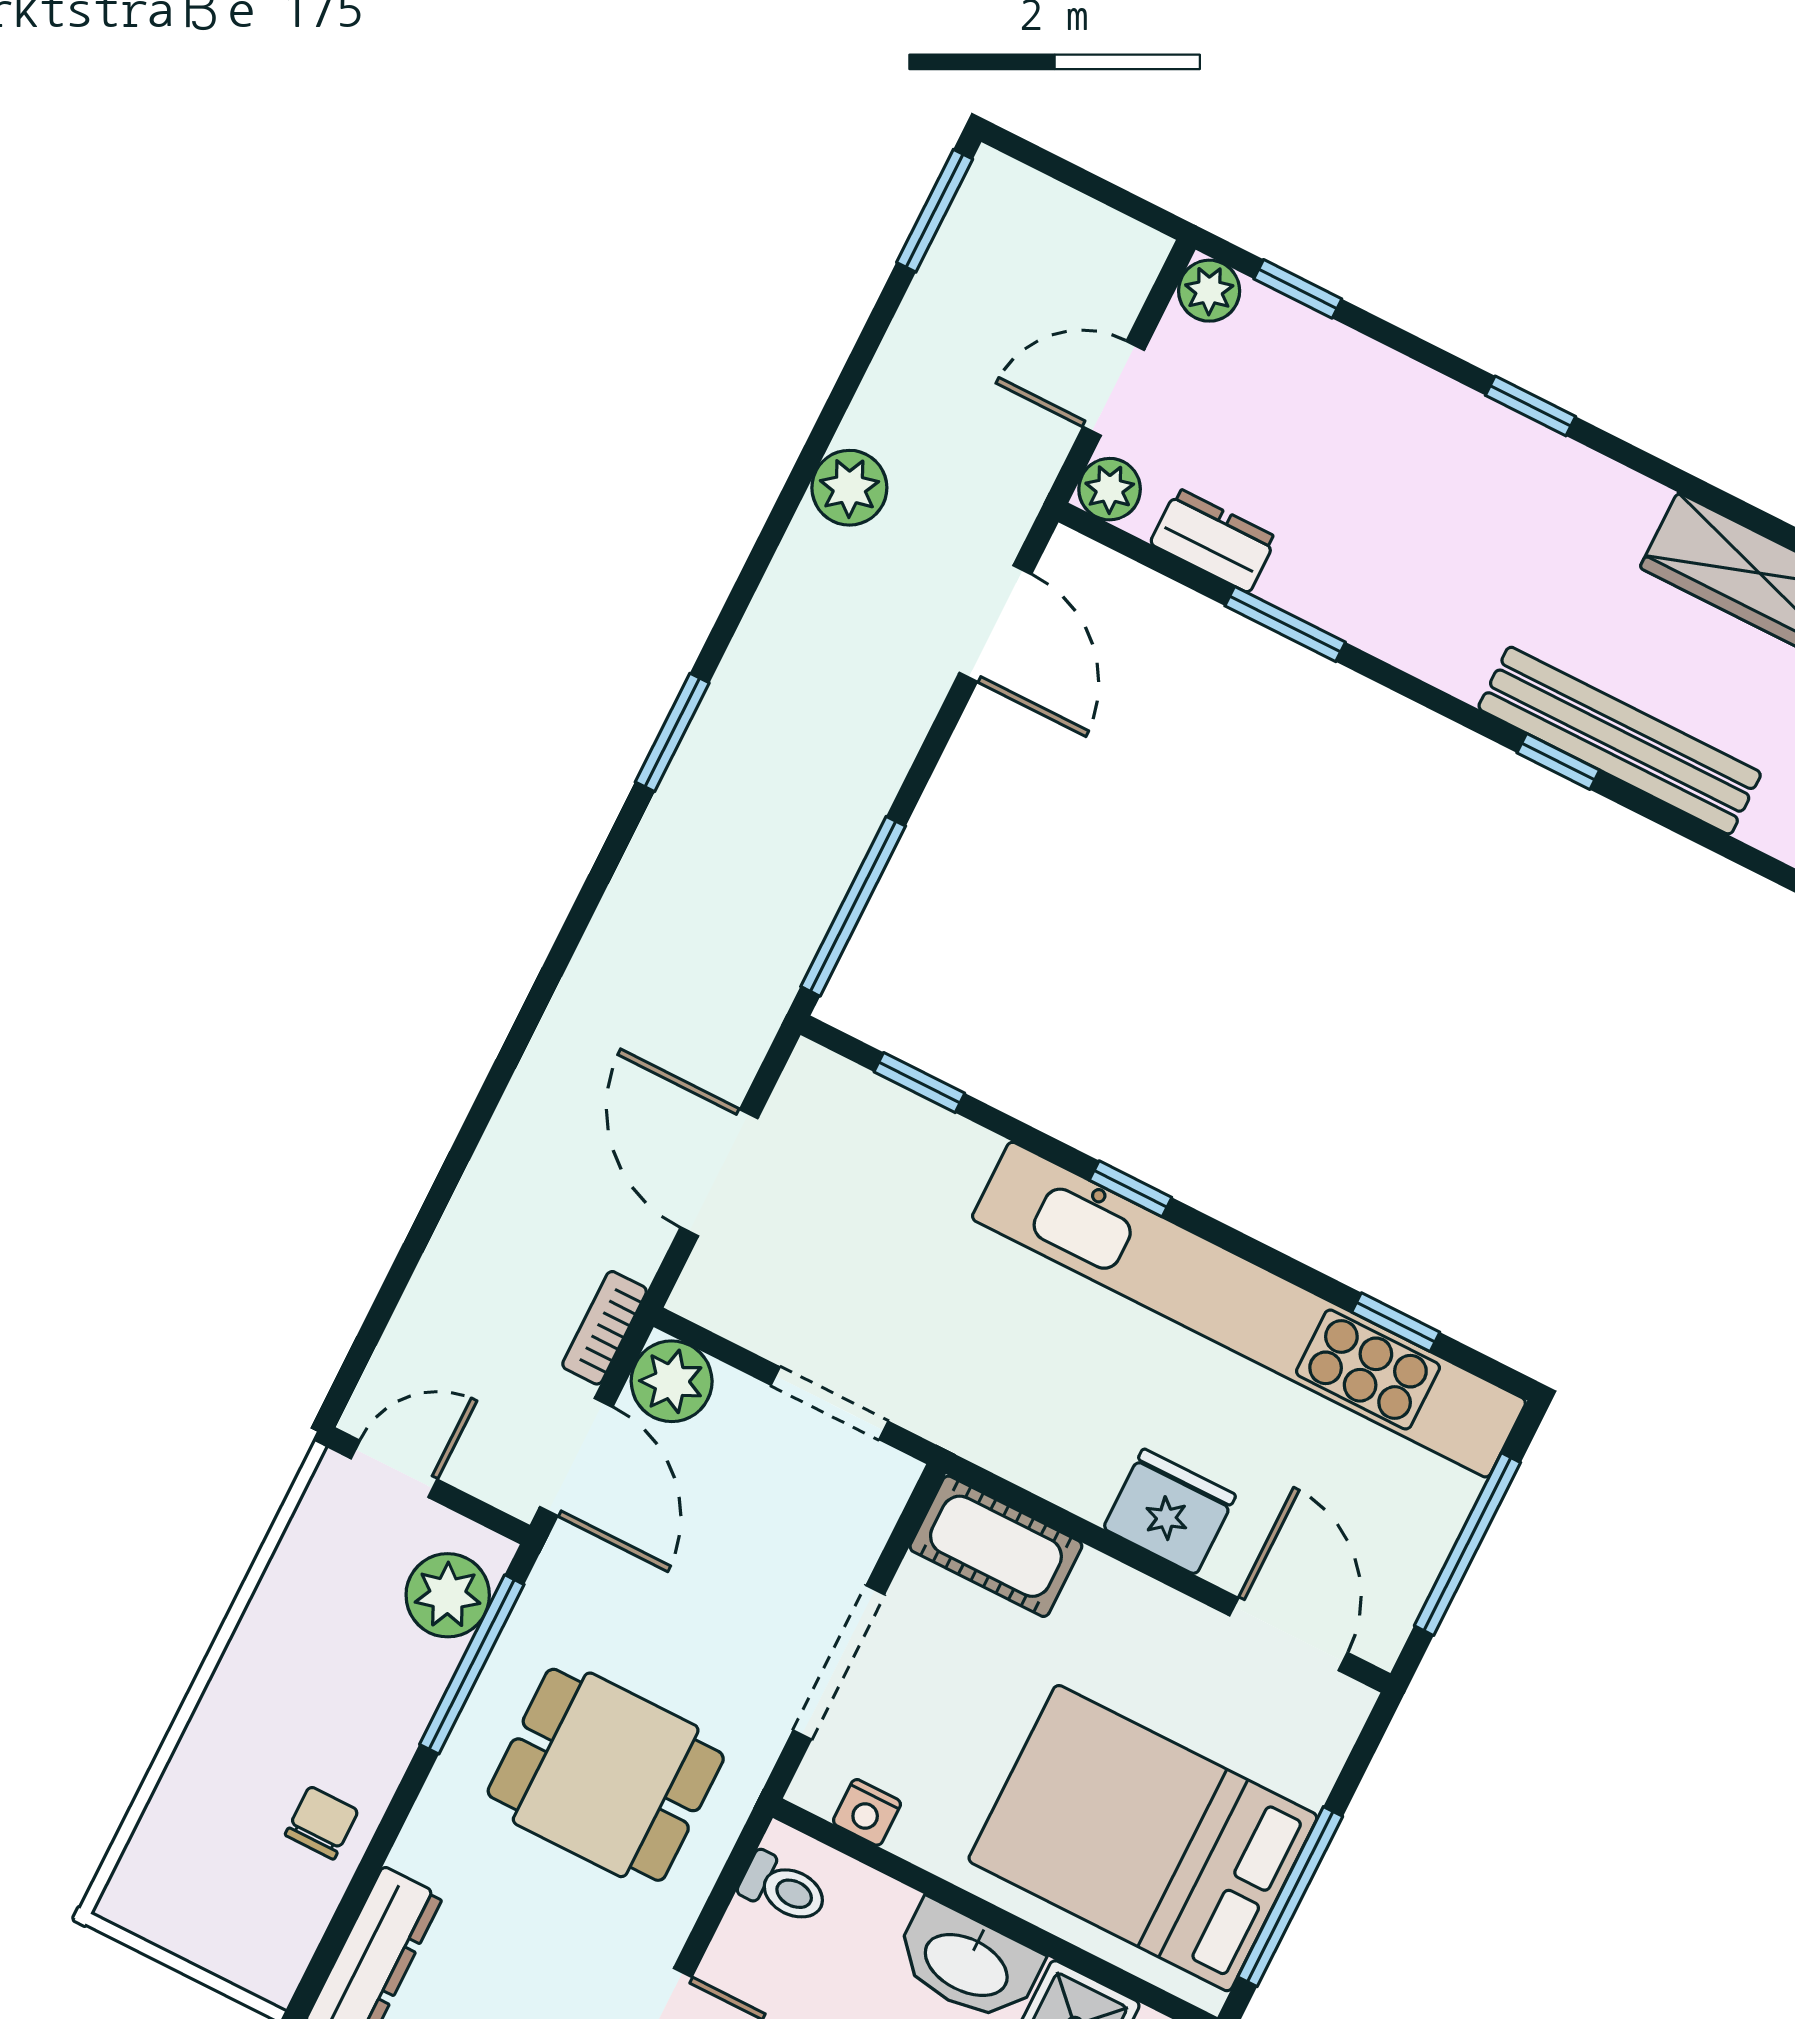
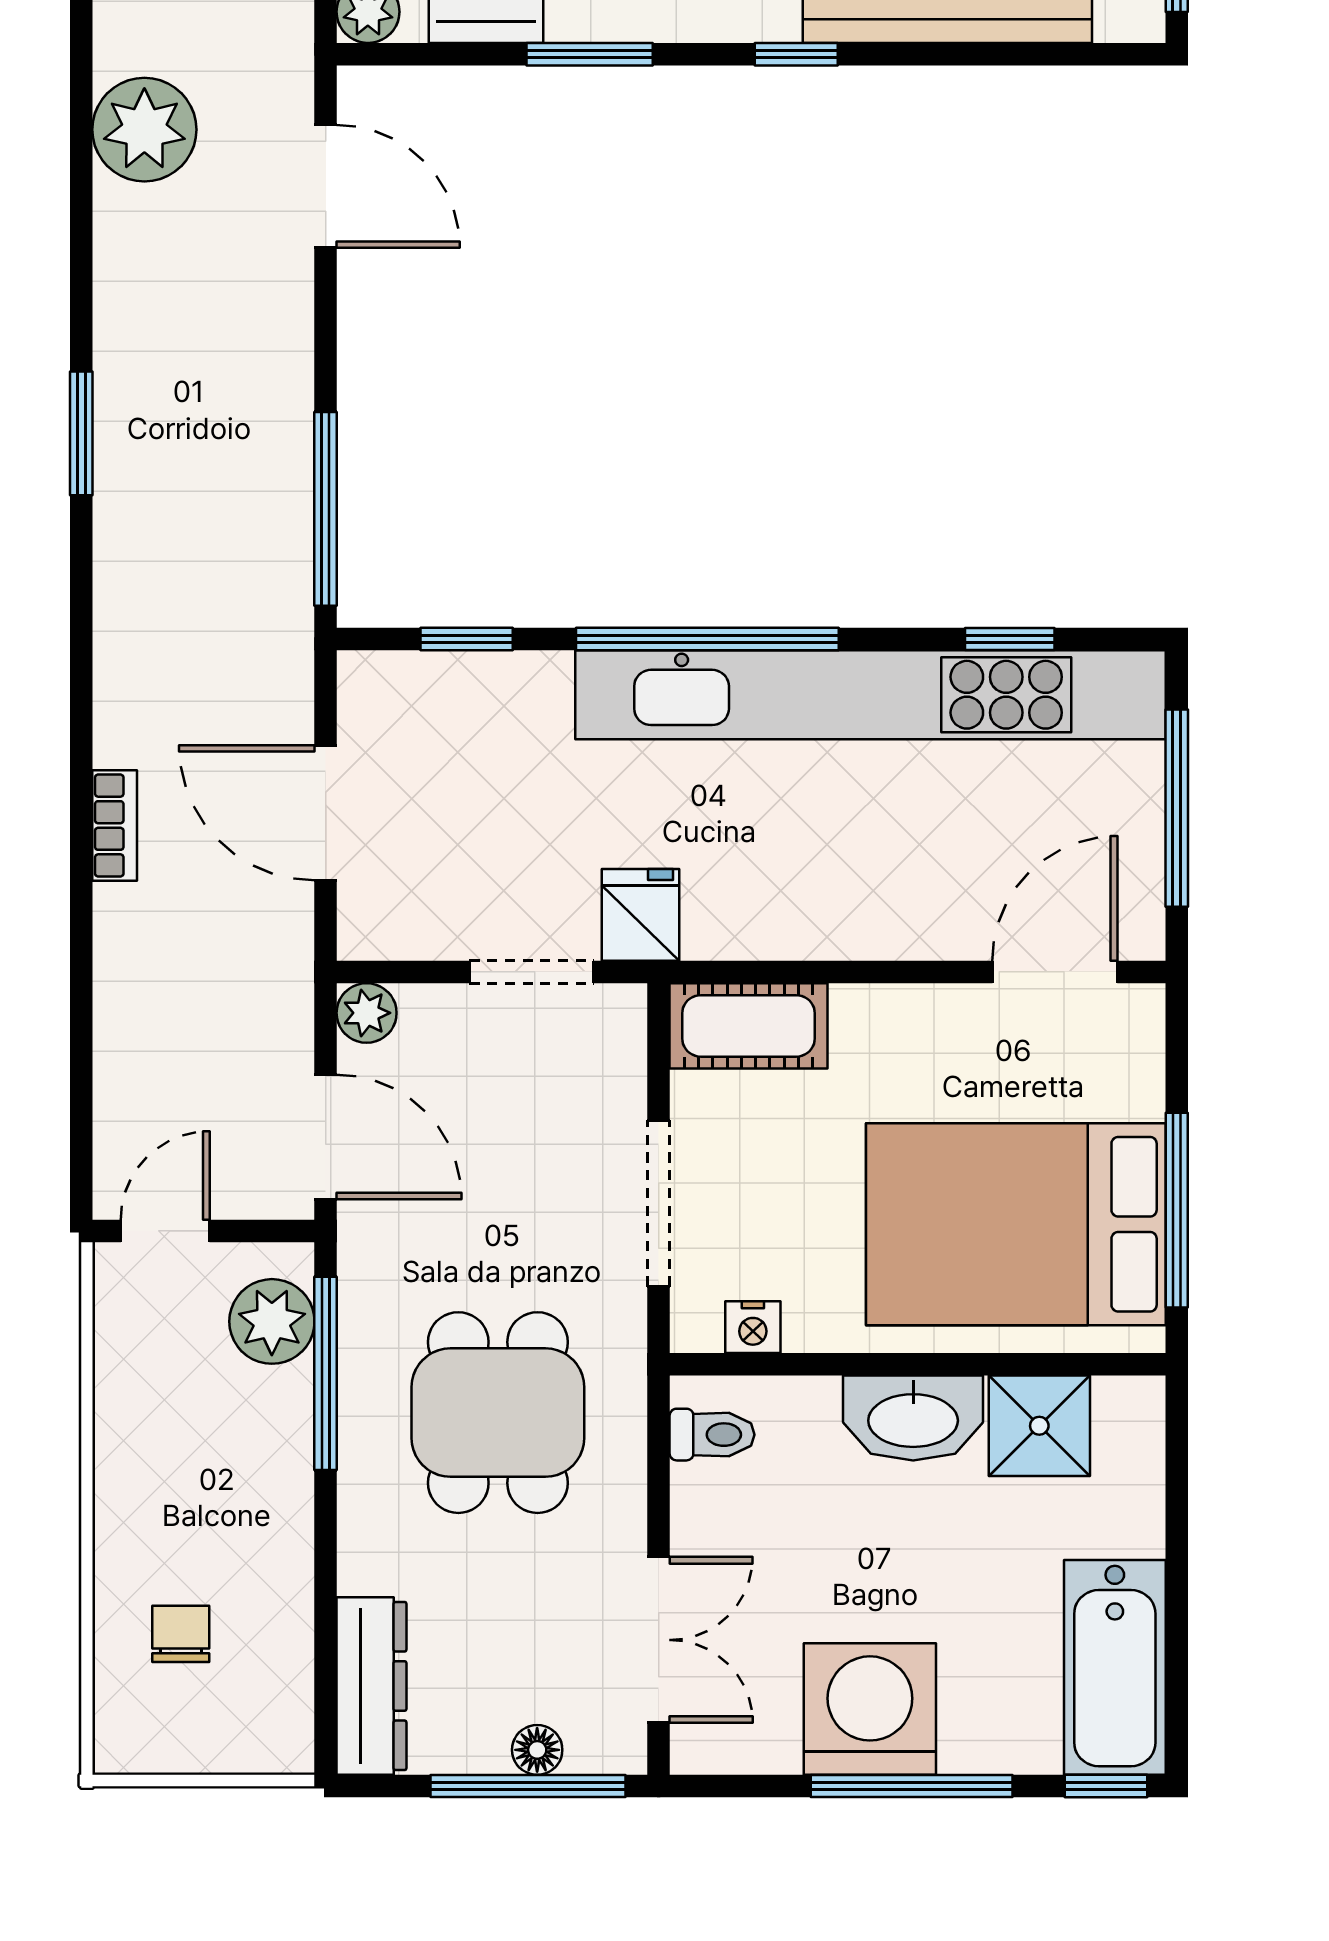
plant: (849, 488) -> (144, 130), width x1.36, depth x1.36
window: (1558, 761) -> (796, 54), moved
window: (1131, 1189) -> (707, 639), width x3.17
bookcase: (605, 1328) -> (115, 826), moved, turned 180
plant: (672, 1381) -> (367, 1013), width x0.73, depth x0.73
fridge: (1170, 1512) -> (640, 915), moved, width x0.72
door: (1288, 1634) -> (1055, 972), hinge flipped
dining table: (606, 1775) -> (498, 1413), turned 90
chair: (322, 1823) -> (181, 1634), moved

